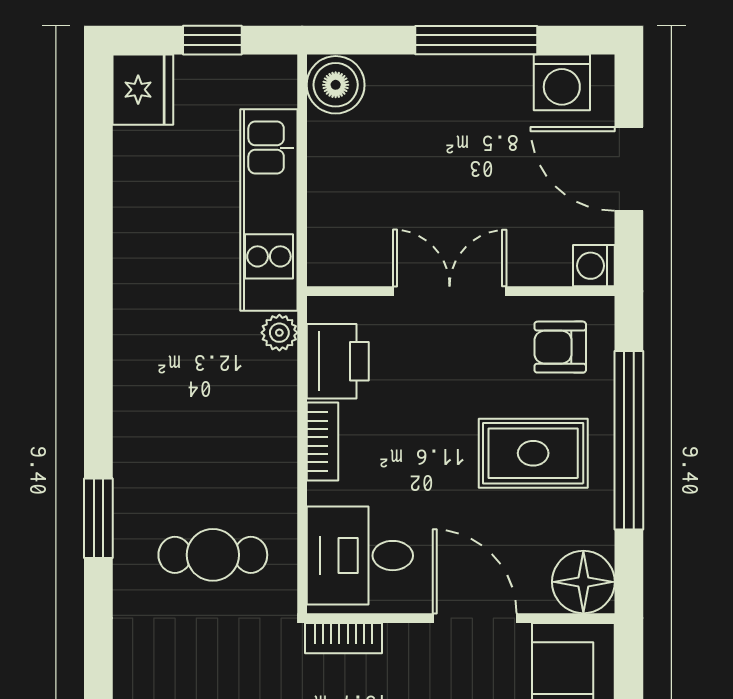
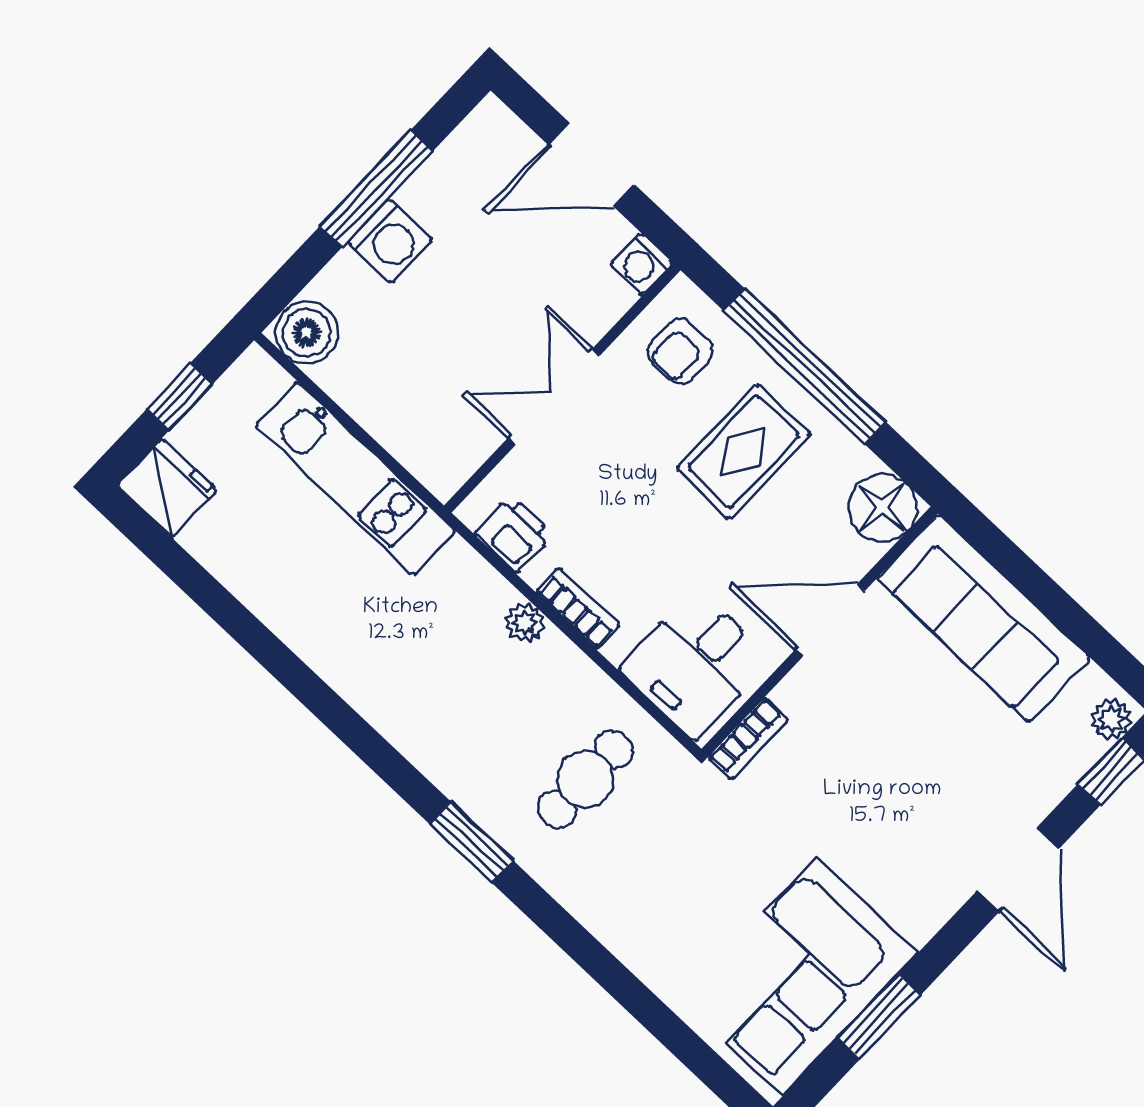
washing machine: (562, 82) -> (390, 241), moved
plant: (279, 333) -> (525, 623), moved
printer: (338, 361) -> (514, 534), width x0.73, depth x0.81

